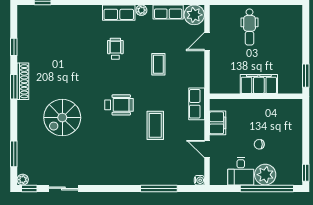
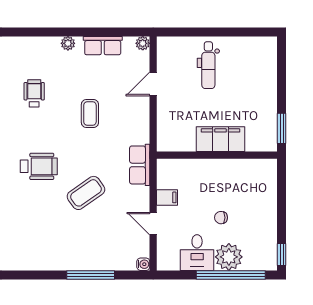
row of seats: (119, 13) -> (39, 46), removed
plant: (194, 15) -> (143, 43), width x0.53, depth x0.53
filing cabinet: (218, 123) -> (167, 197), width x0.50
coffee table: (155, 125) -> (86, 193), turned 55

